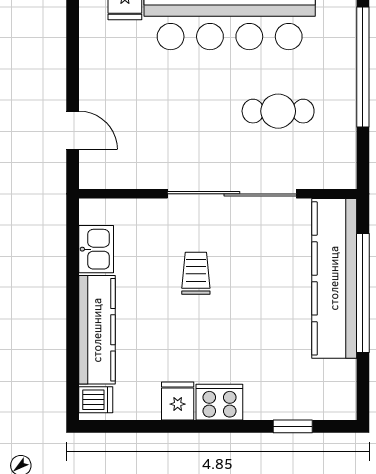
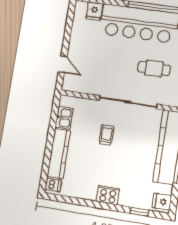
fridge: (178, 401) -> (162, 202), moved, turned -90

